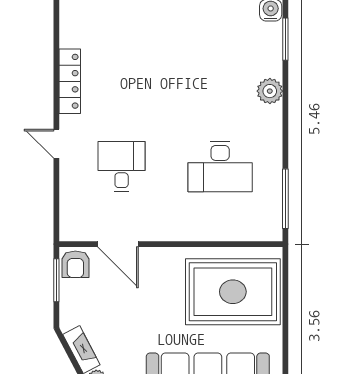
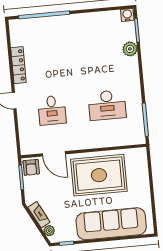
plant: (270, 91) -> (130, 49), moved
desk: (122, 167) -> (52, 110), turned 180
rug: (233, 292) -> (99, 175), moved

